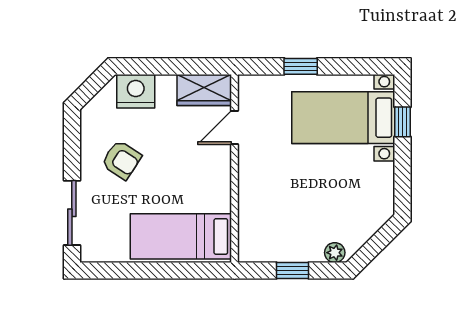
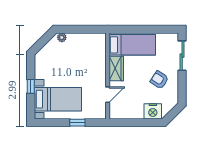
wardrobe: (204, 90) -> (116, 69), moved, turned 90
window: (402, 122) -> (31, 86), moved
window: (293, 271) -> (81, 29), removed

